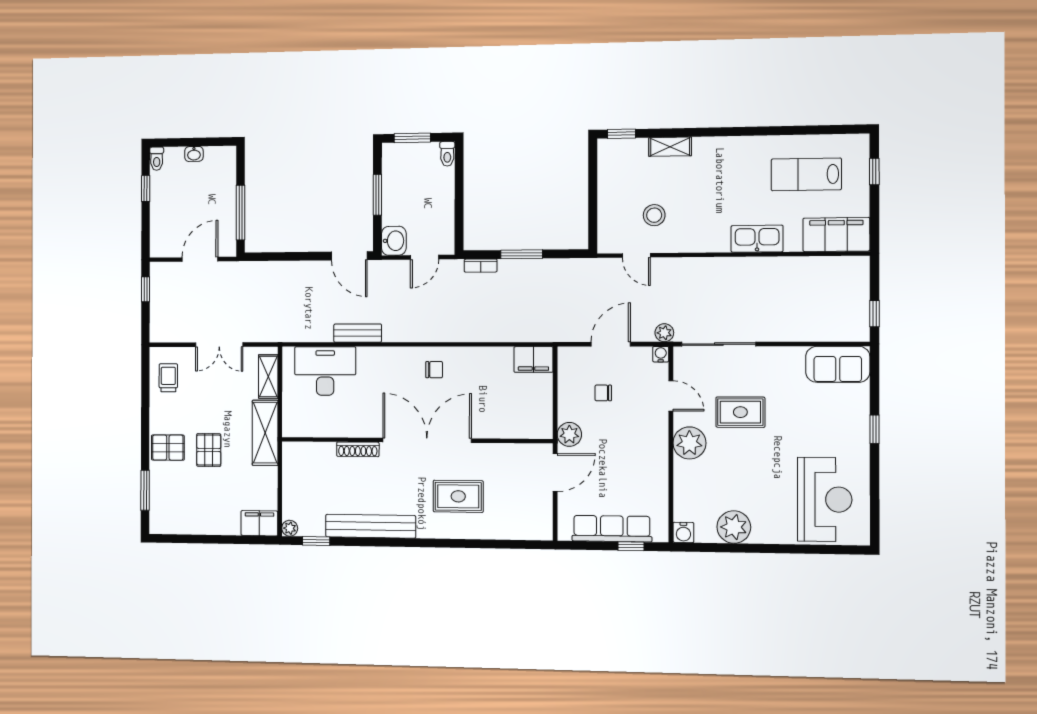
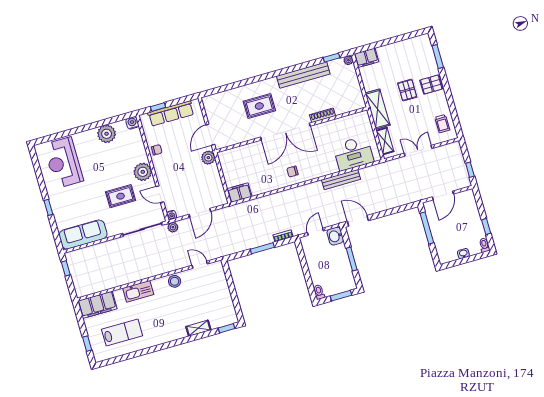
stool: (654, 215) -> (175, 281), moved
bench: (358, 333) -> (341, 179), width x1.36
sofa: (838, 364) -> (83, 235), width x1.36
chair: (603, 393) -> (157, 150), moved

